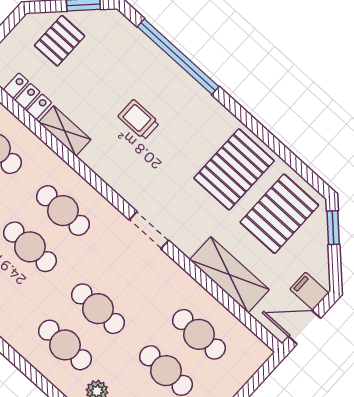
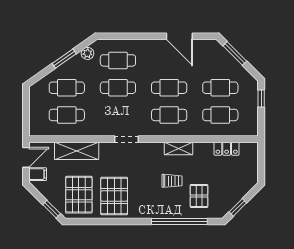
pallet: (60, 41) -> (199, 196), moved
shelving: (65, 131) -> (178, 148), moved

